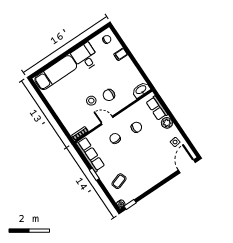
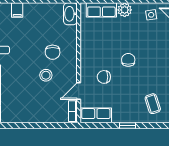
door: (107, 120) -> (79, 91), moved
chair: (136, 127) -> (128, 60), moved
row of seats: (90, 155) -> (96, 115), width x0.68

